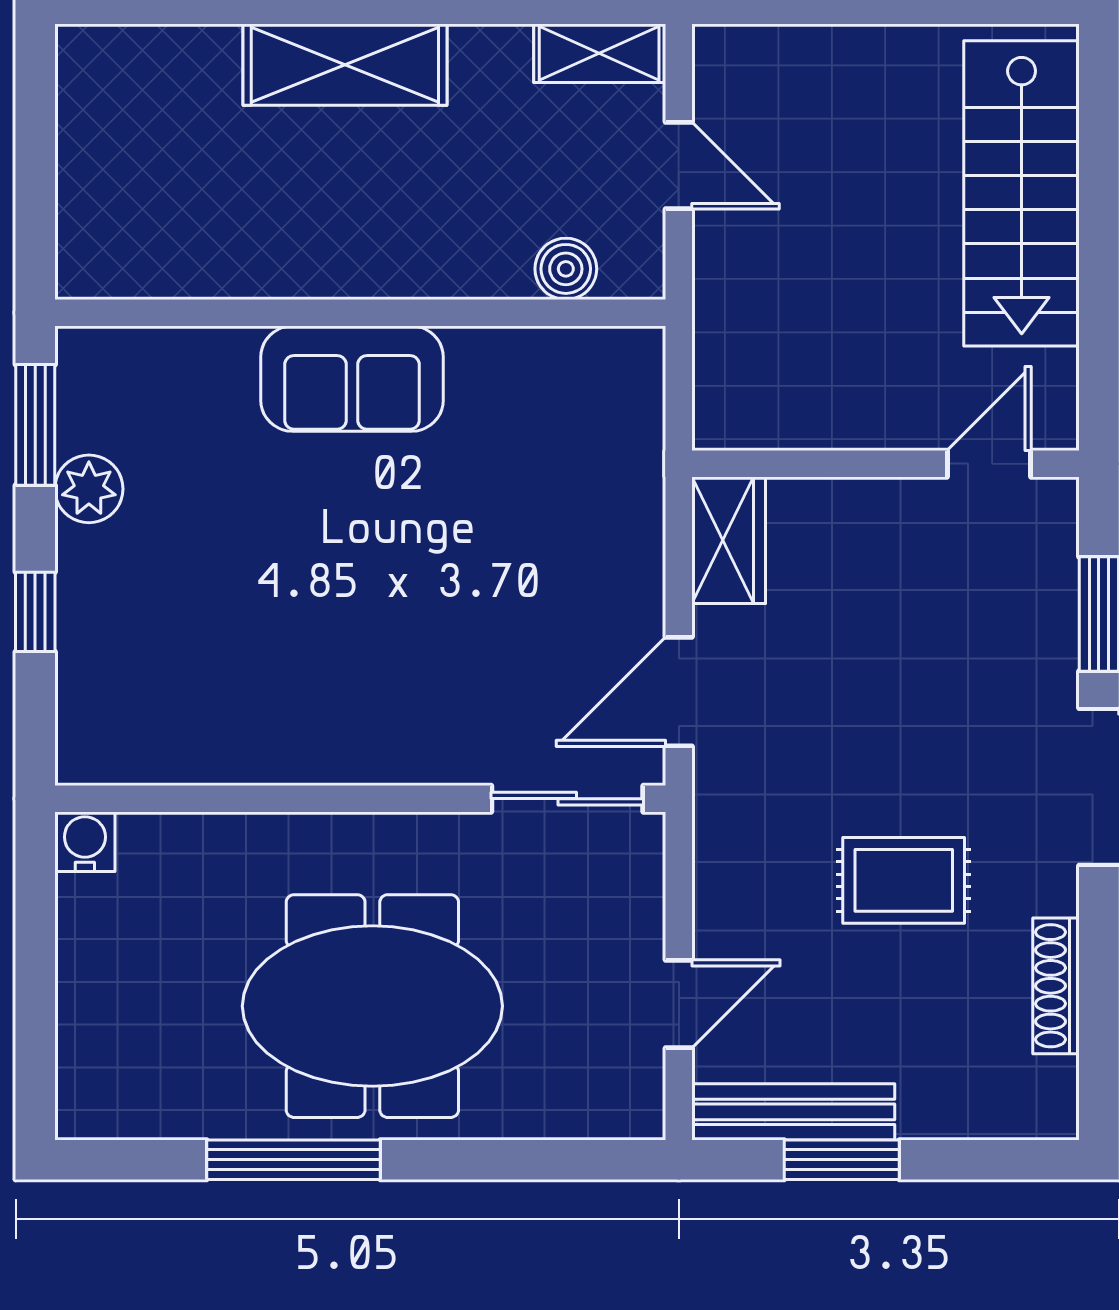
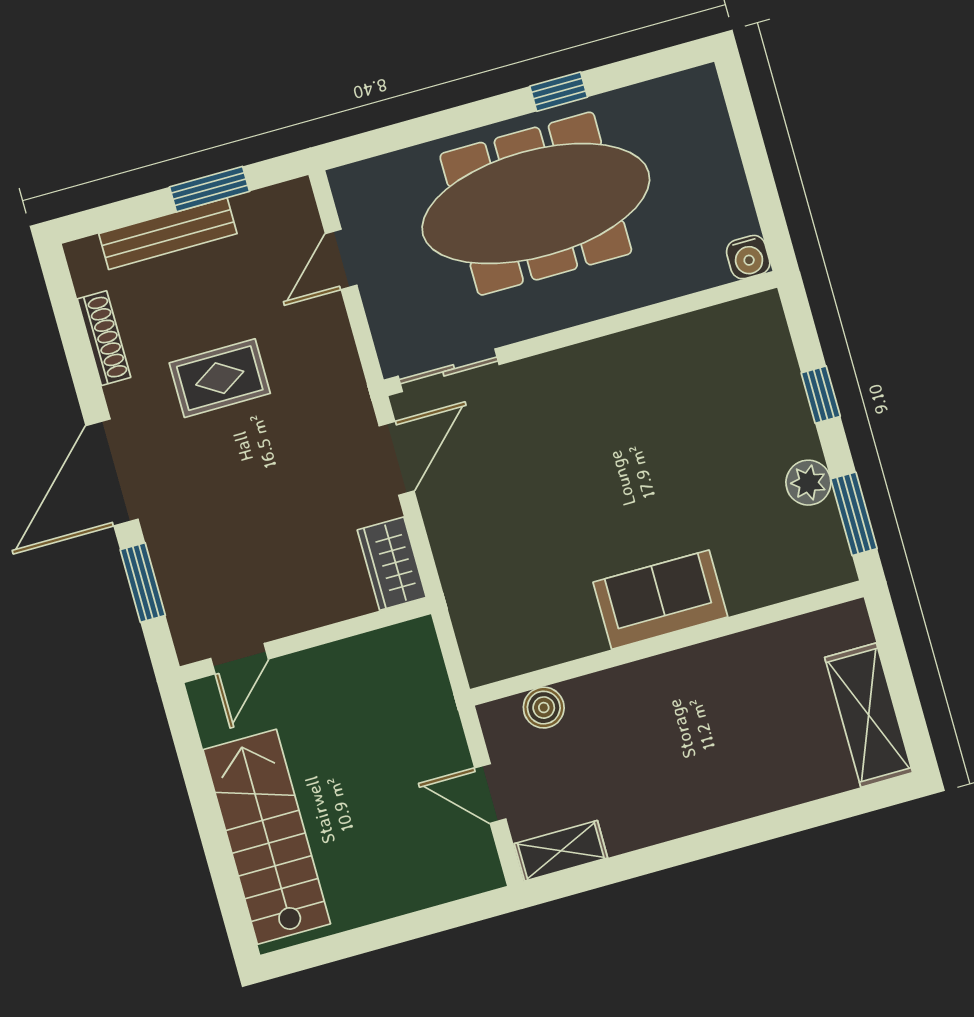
shelving: (345, 65) -> (869, 715), moved, turned 90
meeting table: (372, 1006) -> (536, 204), width x1.36
bench: (794, 1112) -> (168, 234), moved
window: (294, 1160) -> (559, 92), width x0.46

